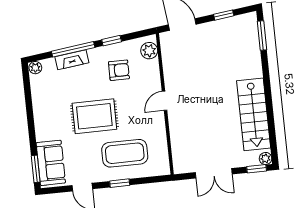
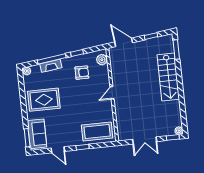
stairs: (254, 114) -> (168, 77), moved
rug: (94, 116) -> (44, 100), moved
coffee table: (125, 153) -> (97, 132), moved

